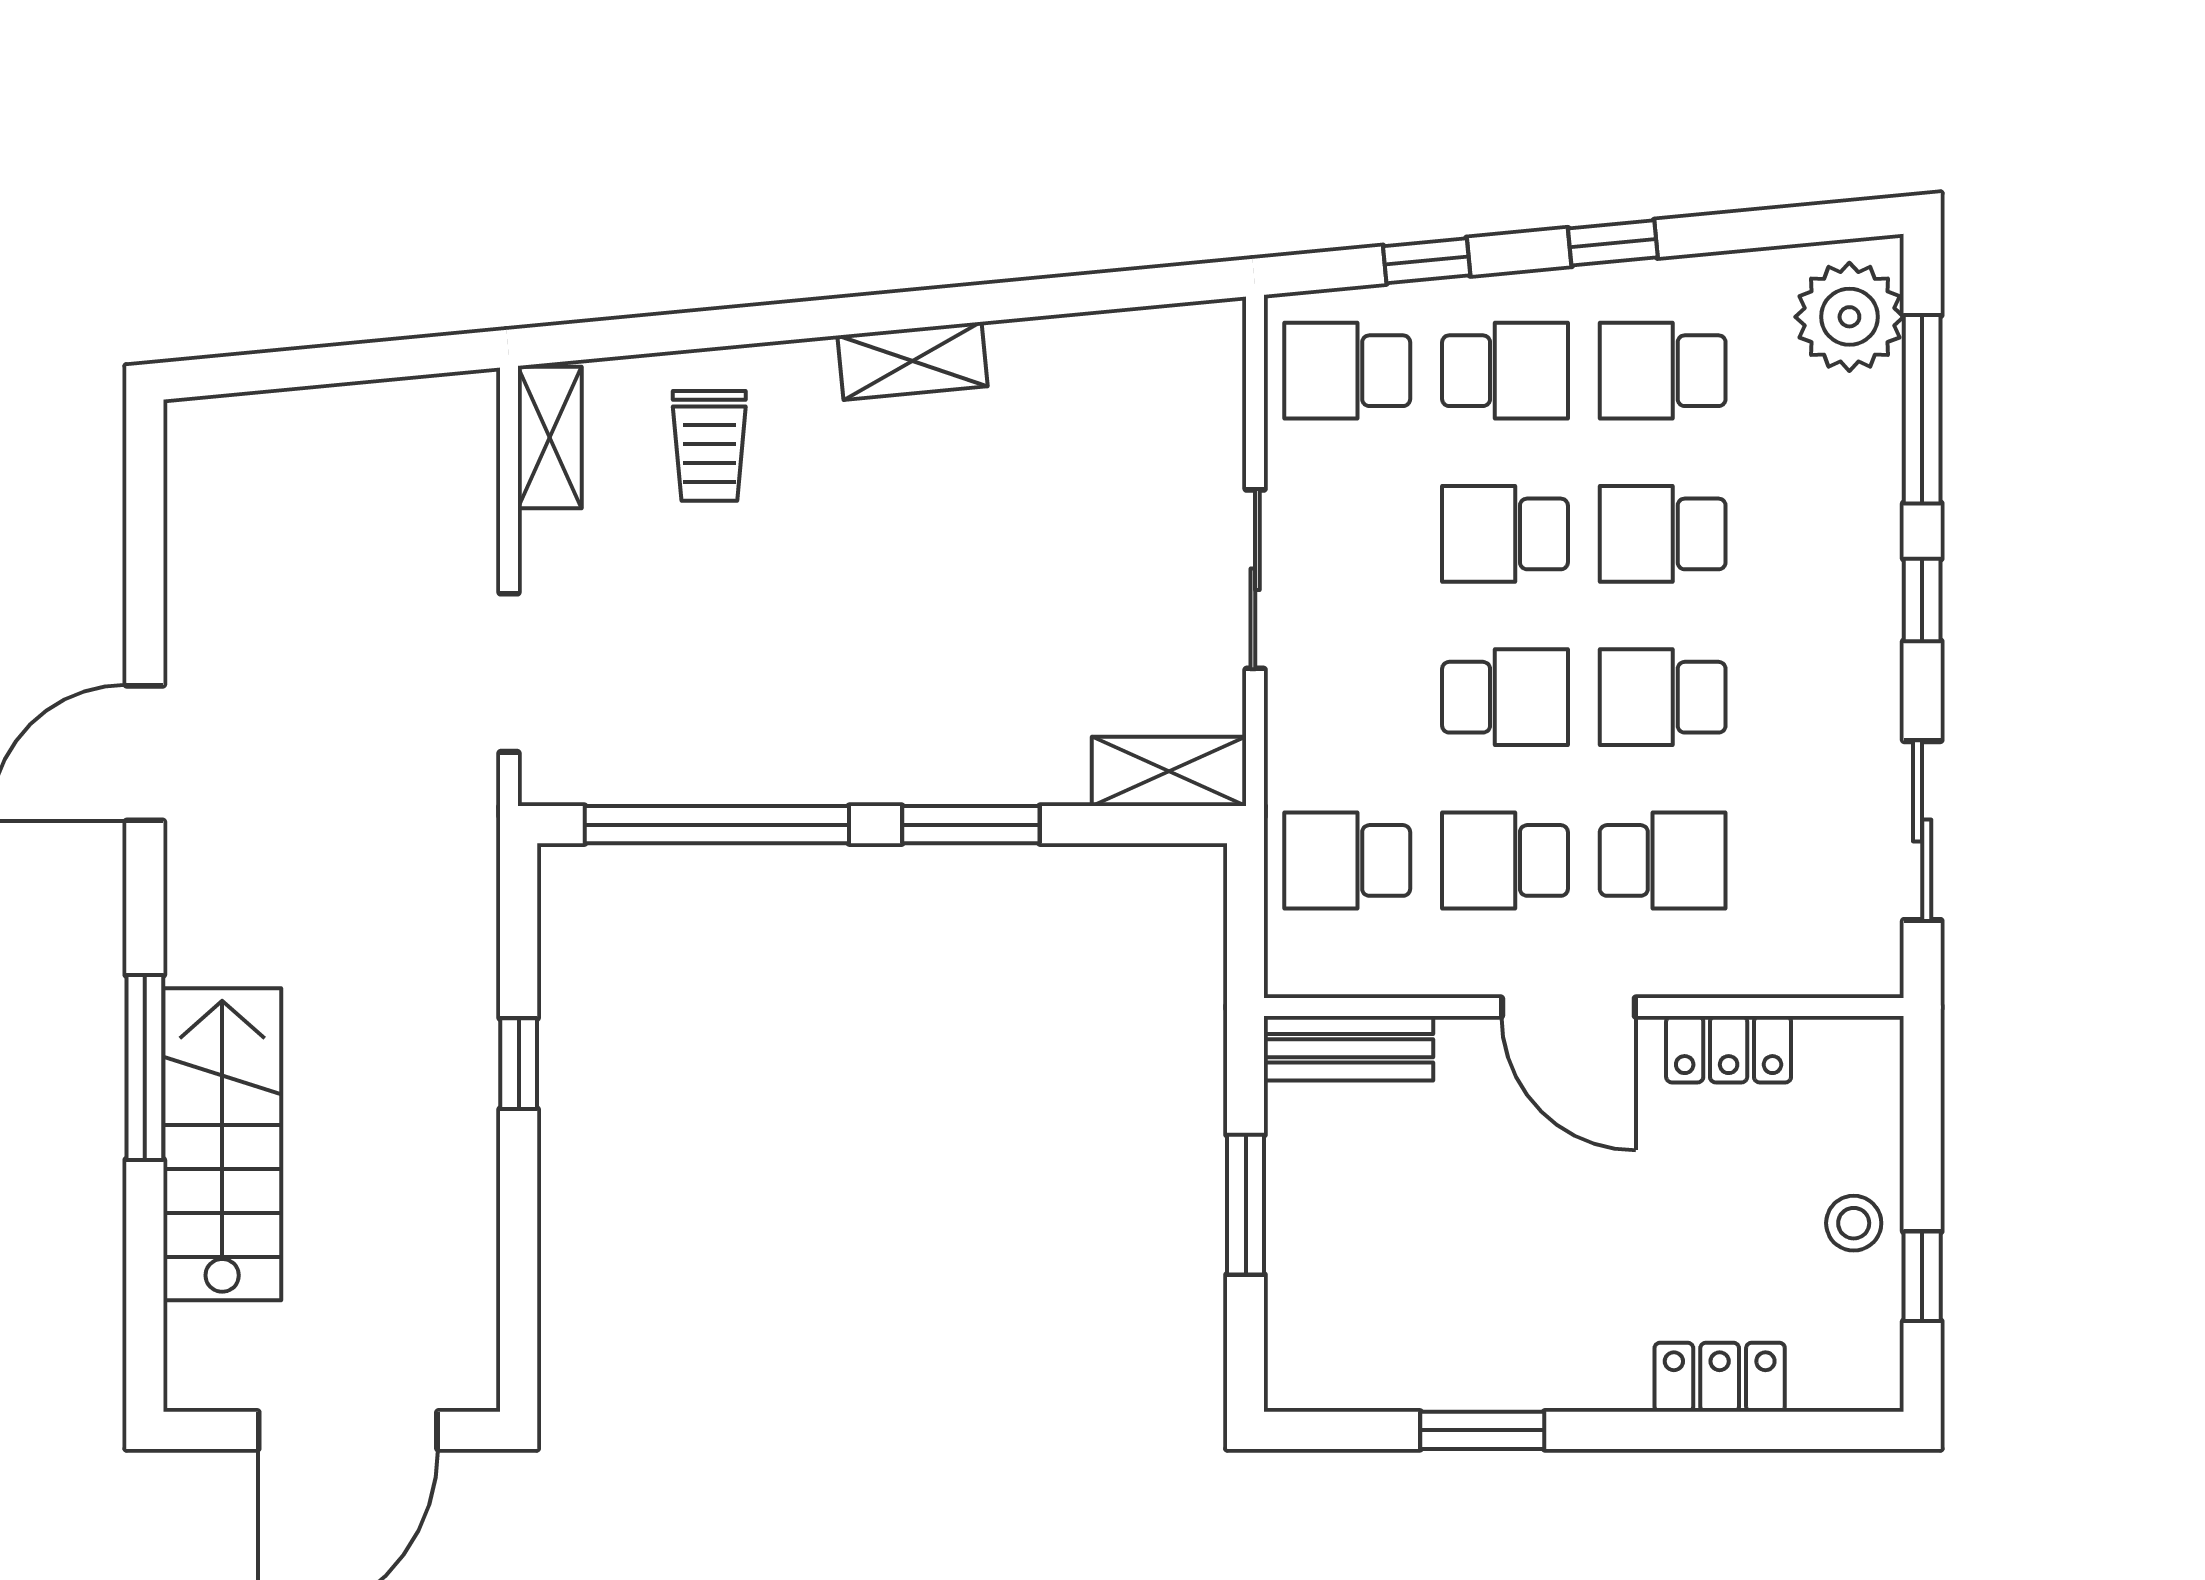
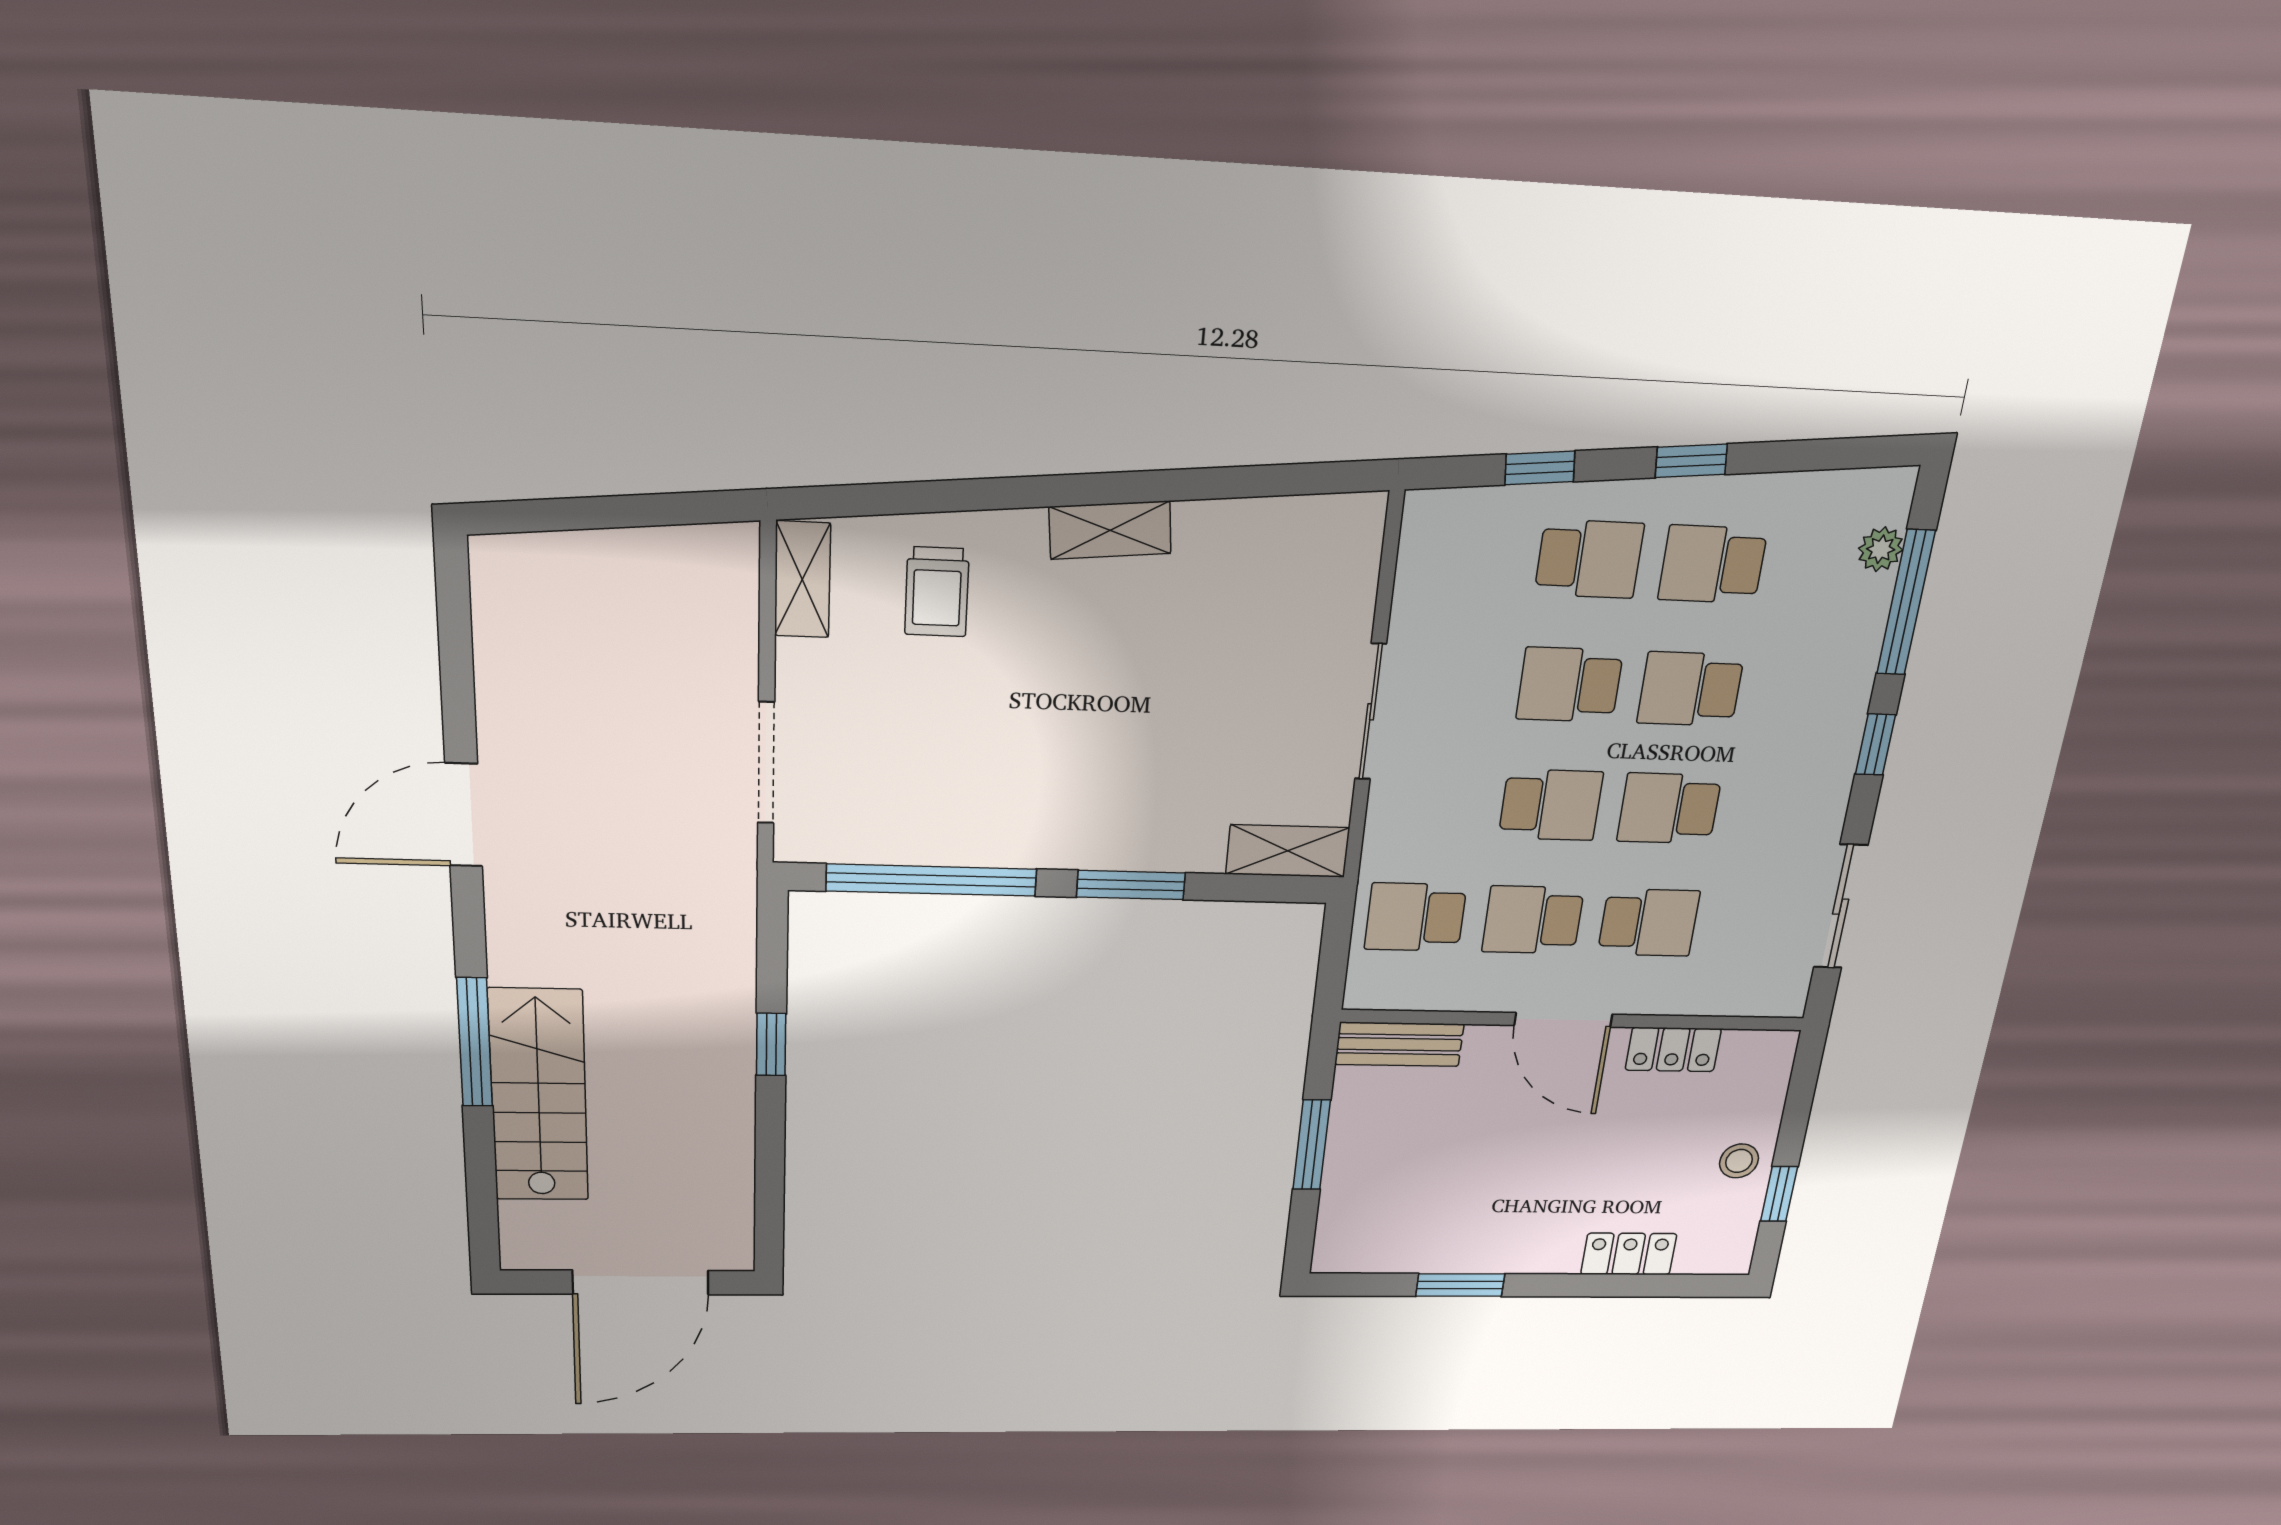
plant: (1849, 317) -> (1881, 549), width x0.53, depth x0.53
school desk: (1347, 371) -> (1464, 554), removed

